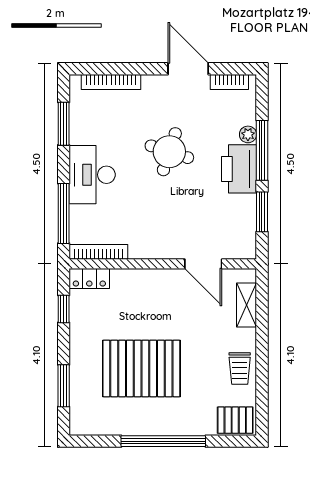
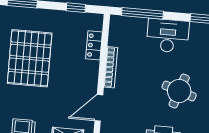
bookcase: (98, 252) -> (111, 67), moved
locker: (89, 279) -> (94, 45), moved

